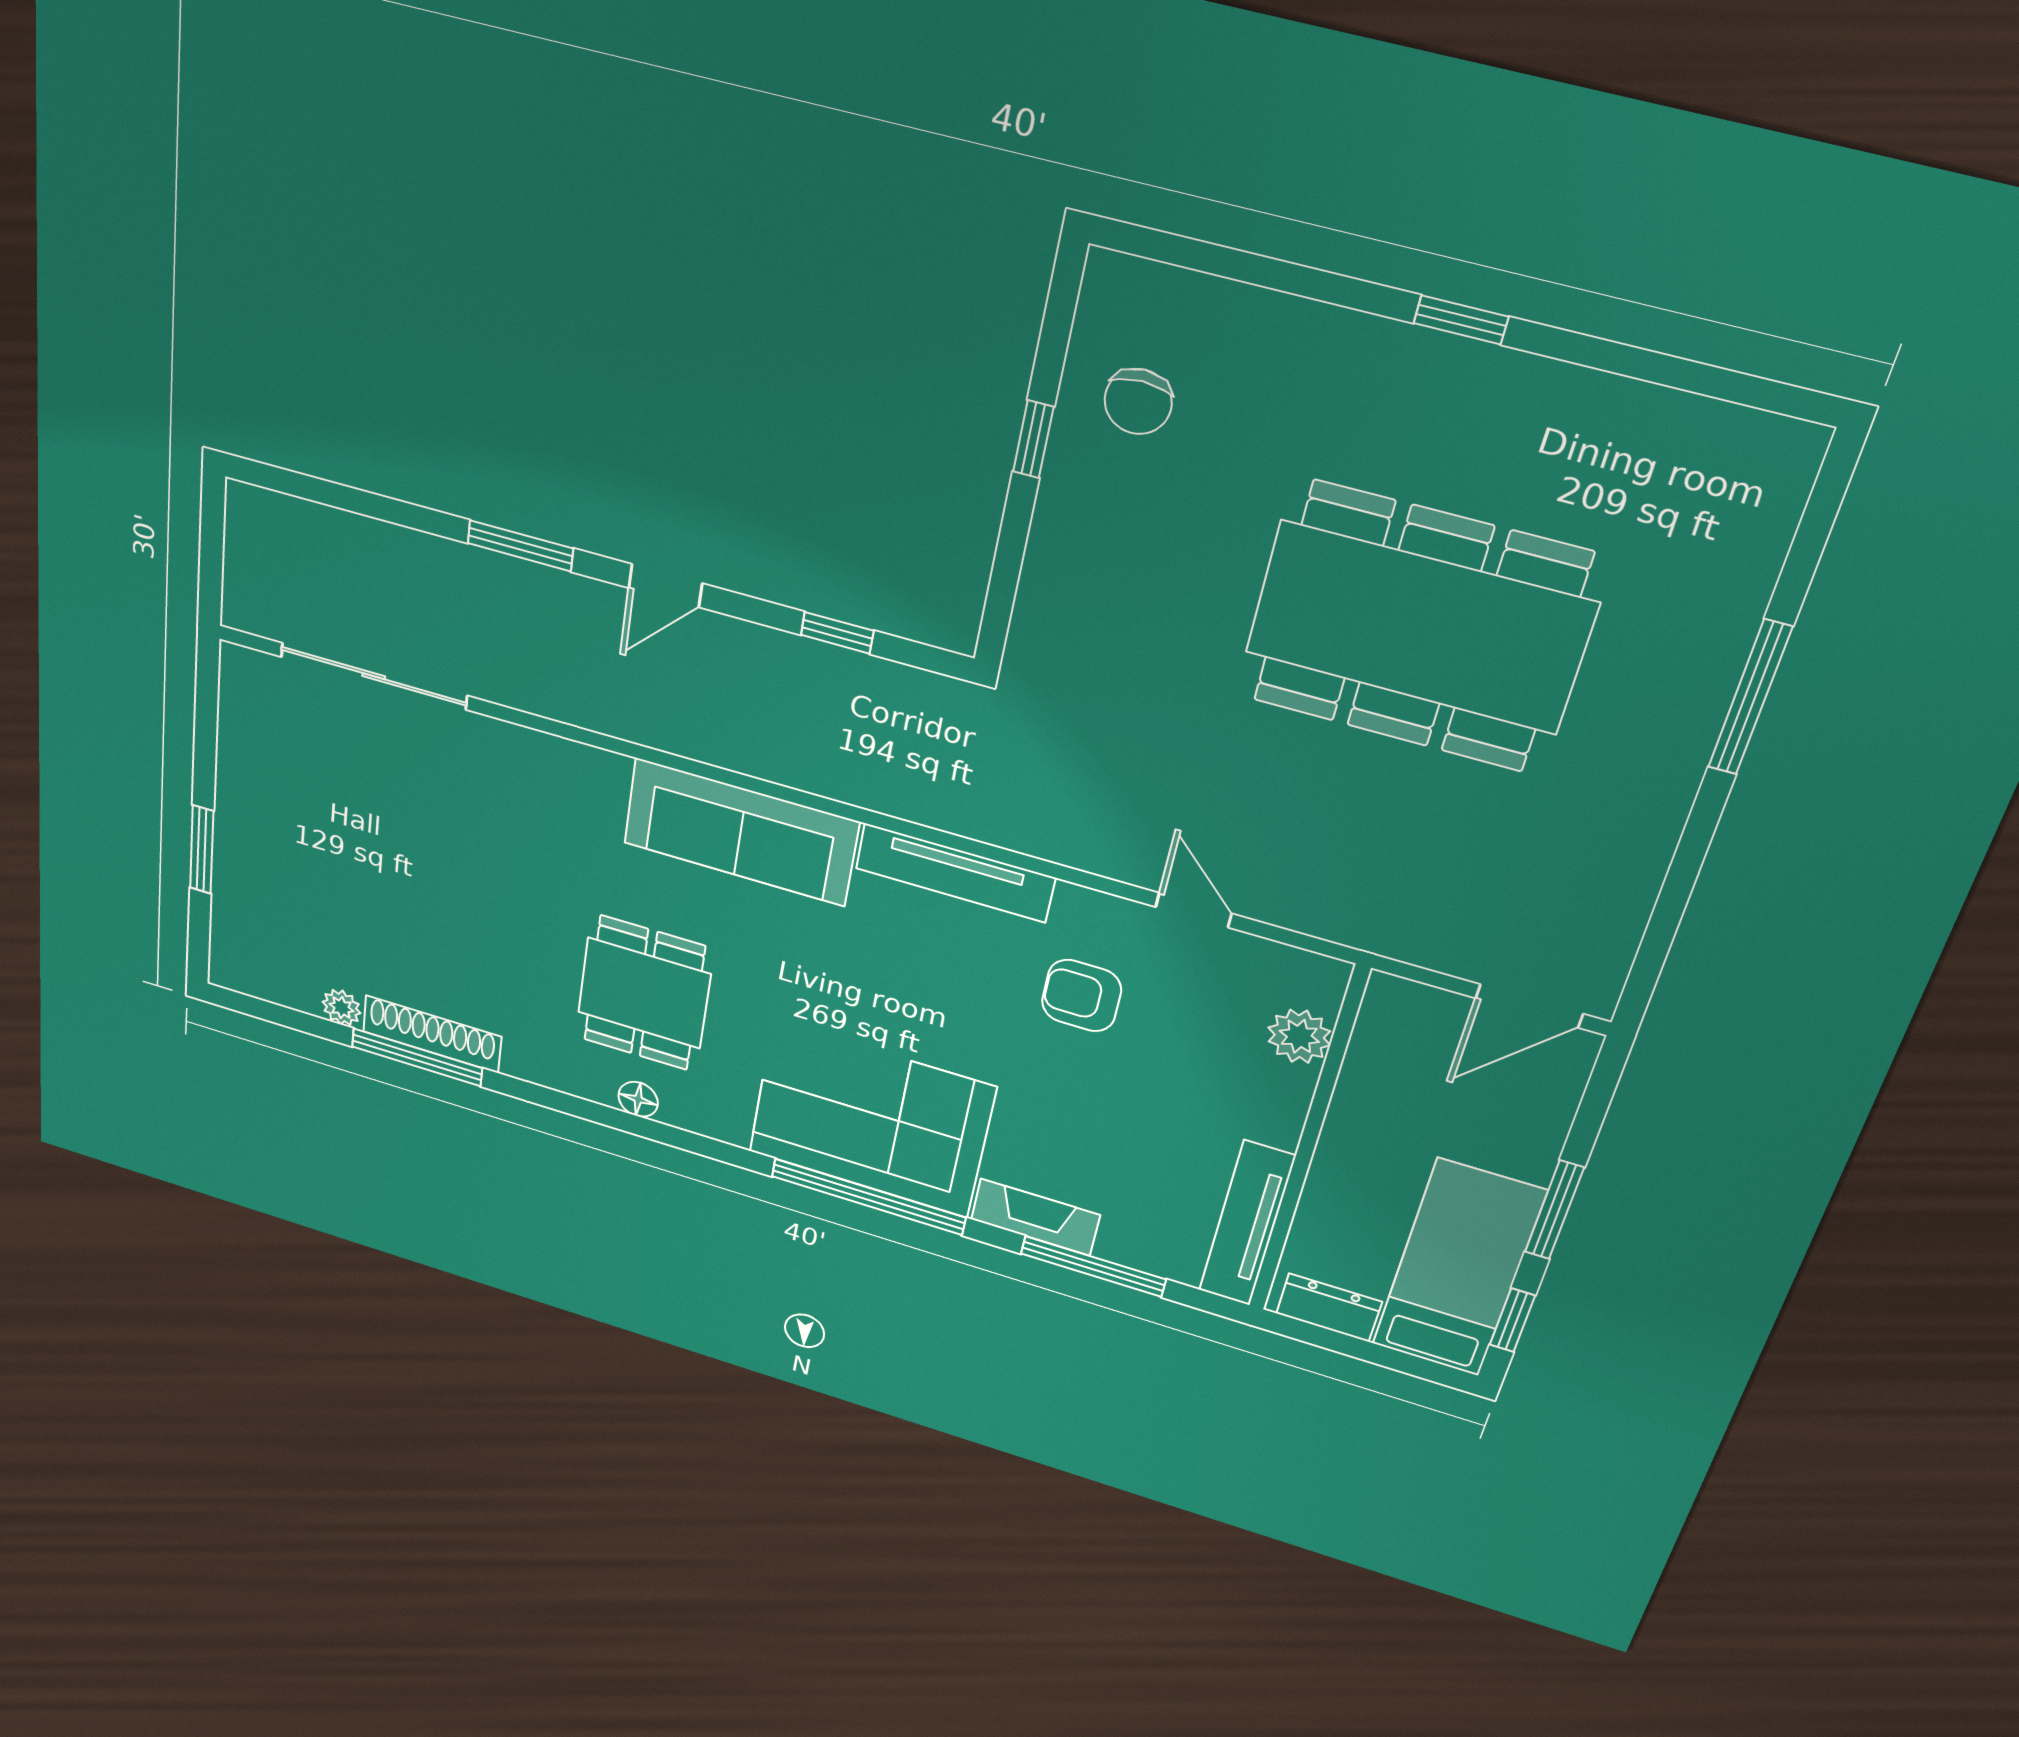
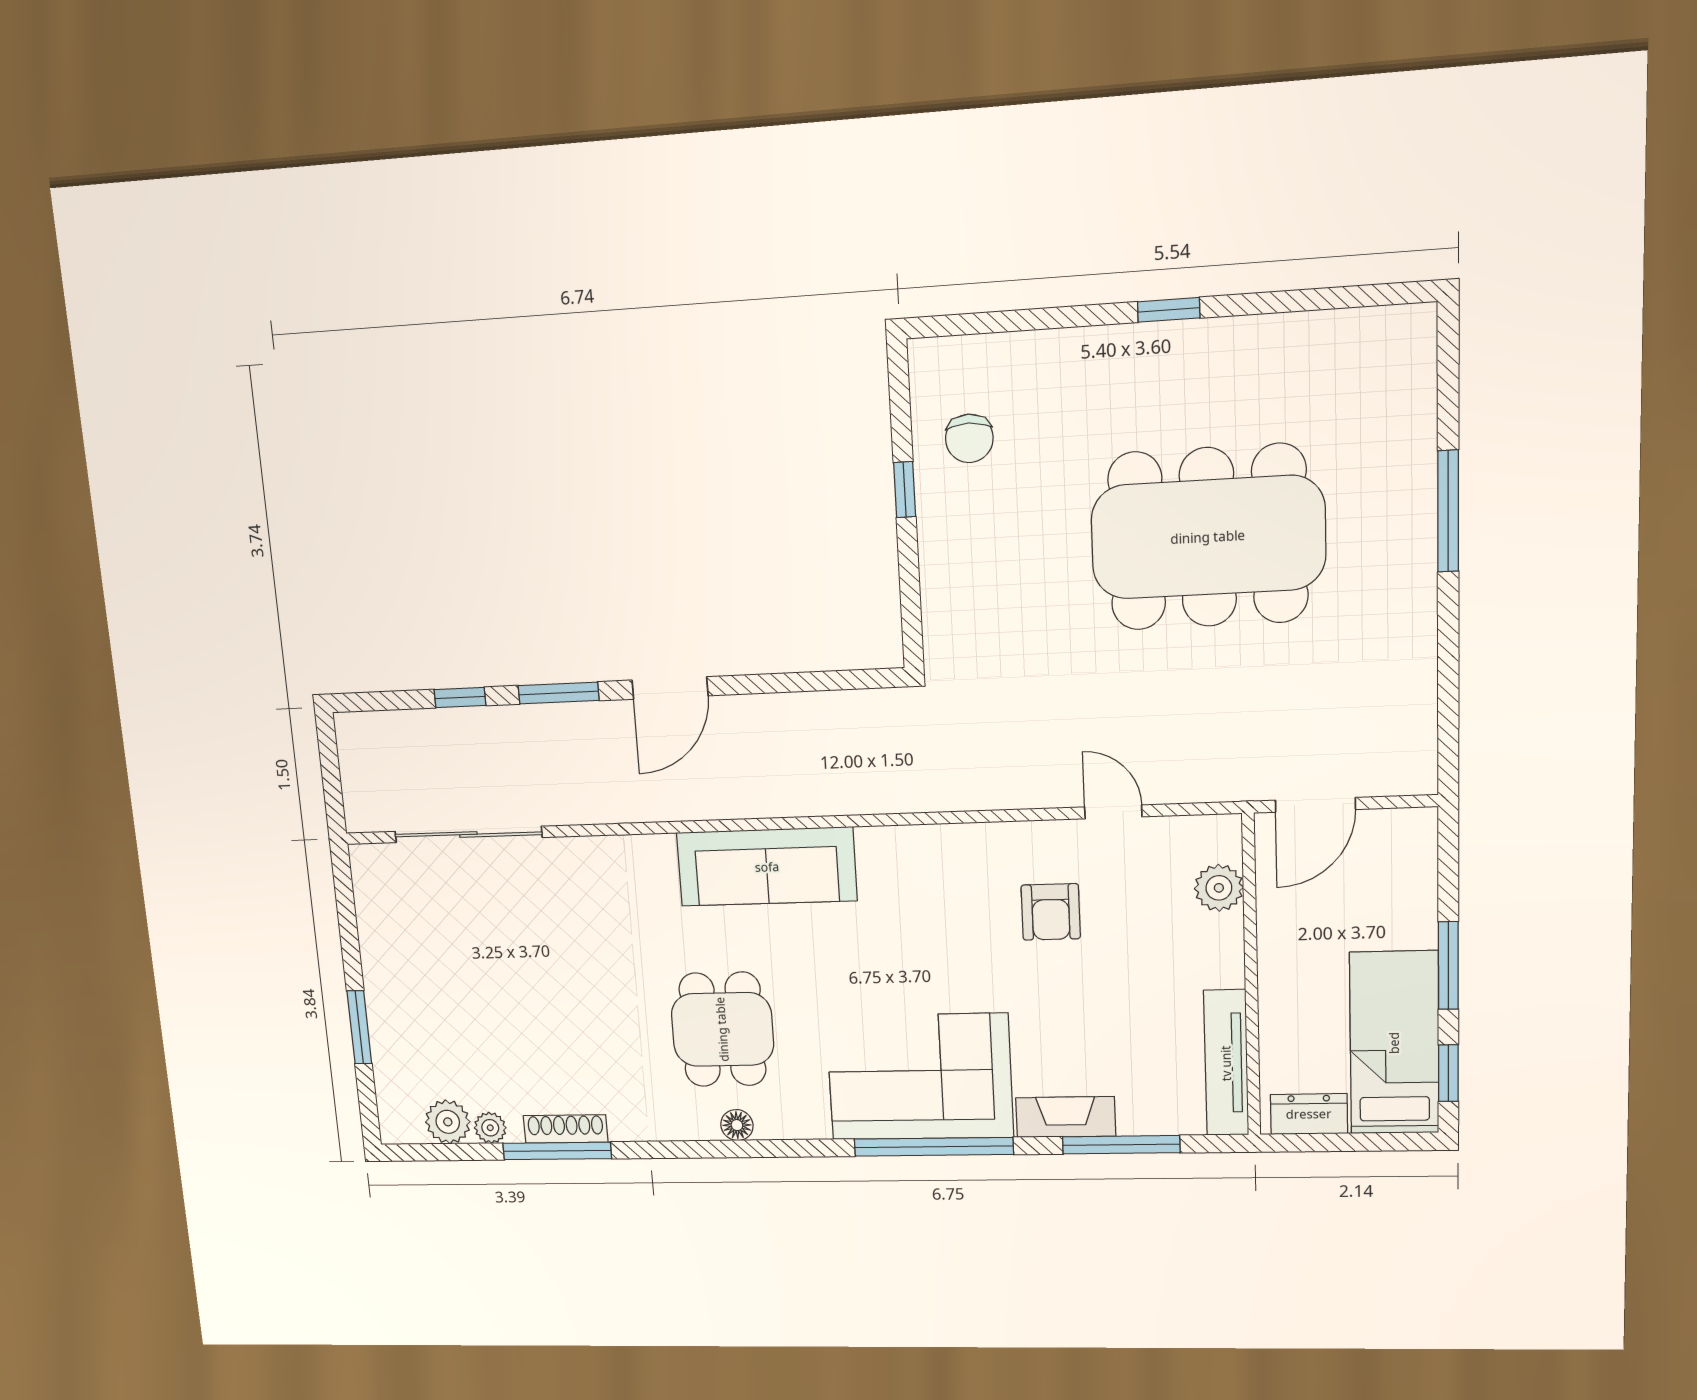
door: (665, 586) -> (670, 688), width x1.38
window: (837, 633) -> (460, 697), moved
tv unit: (955, 873) -> (932, 844), removed
plant: (292, 985) -> (448, 1122), added
armchair: (1082, 996) -> (1051, 912), turned -90
door: (1529, 1006) -> (1315, 805), moved
shoe rack: (432, 1034) -> (566, 1129), width x0.74, depth x0.81

